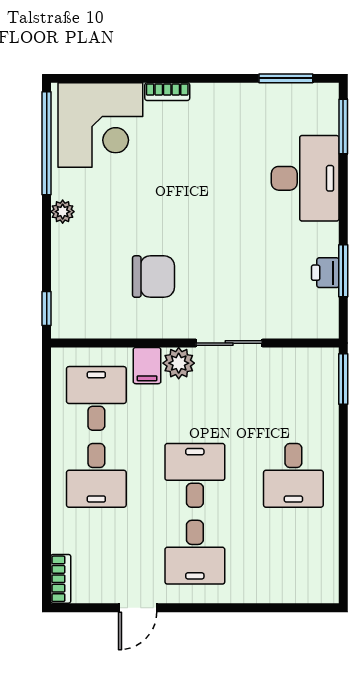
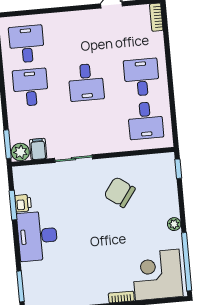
desk: (305, 178) -> (37, 236), moved
chair: (153, 277) -> (120, 192), turned 36
plant: (179, 363) -> (20, 152), moved
filing cabinet: (147, 366) -> (38, 149), moved
desk: (195, 552) -> (27, 44), moved

